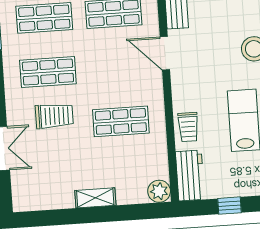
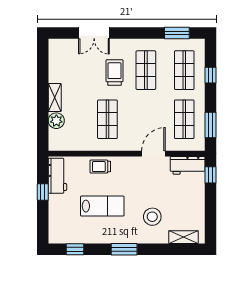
trolley: (54, 116) -> (114, 73), turned 180
workbench: (190, 175) -> (57, 176), moved, turned -90
plant: (159, 191) -> (56, 121), moved

